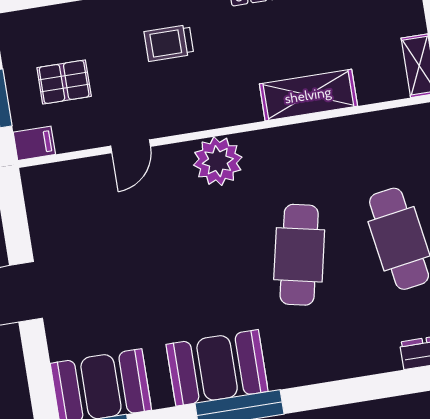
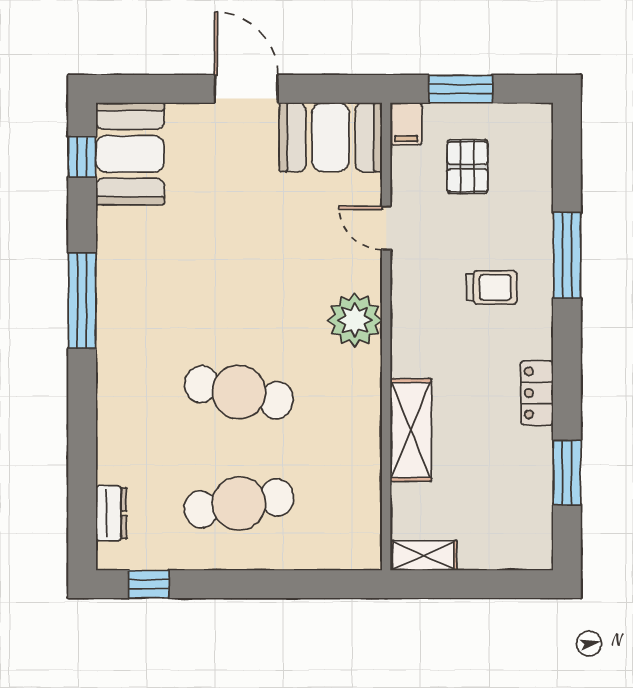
trolley: (169, 43) -> (492, 287), turned 90
booth: (217, 368) -> (331, 137), moved, turned 90

